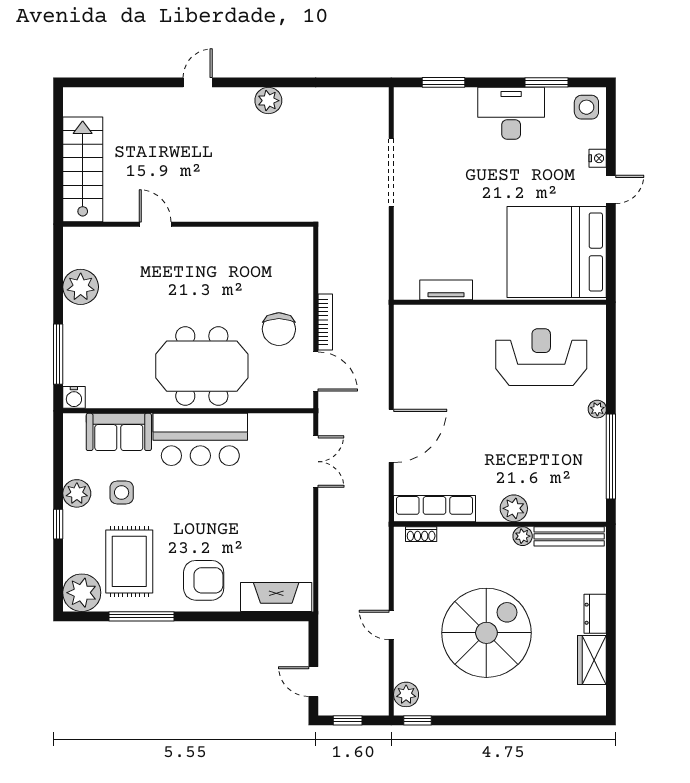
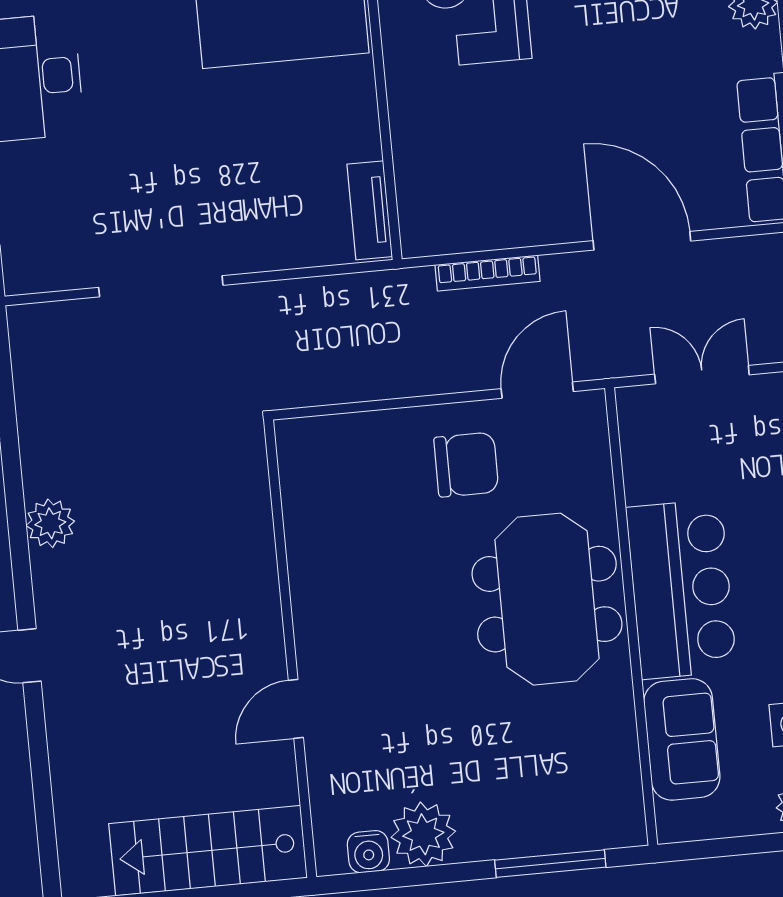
tv unit: (446, 290) -> (370, 210), moved
bookcase: (325, 322) -> (488, 273), moved, turned 180
water cooler: (74, 397) -> (368, 852), moved, turned 90

